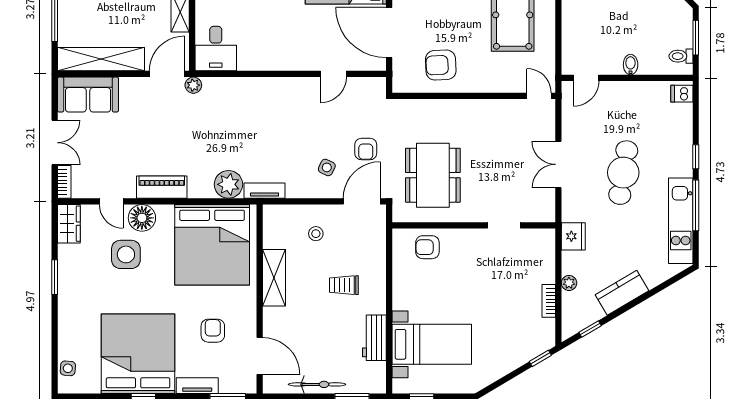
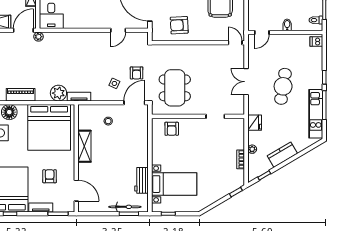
armchair: (427, 247) -> (172, 129), turned -90
trolley: (344, 285) -> (124, 150), removed
bicycle: (317, 384) -> (125, 207), moved

